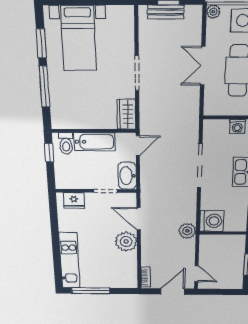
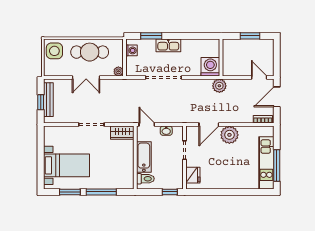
bench: (166, 12) -> (48, 100), width x1.36
plant: (213, 12) -> (118, 71), moved
window: (49, 153) -> (170, 192), moved
washbasin: (127, 176) -> (166, 131), width x0.52, depth x0.69
kitchen unit: (70, 260) -> (266, 163), moved, turned -90
door: (196, 274) -> (259, 77), hinge flipped
door: (173, 291) -> (277, 97), hinge flipped

